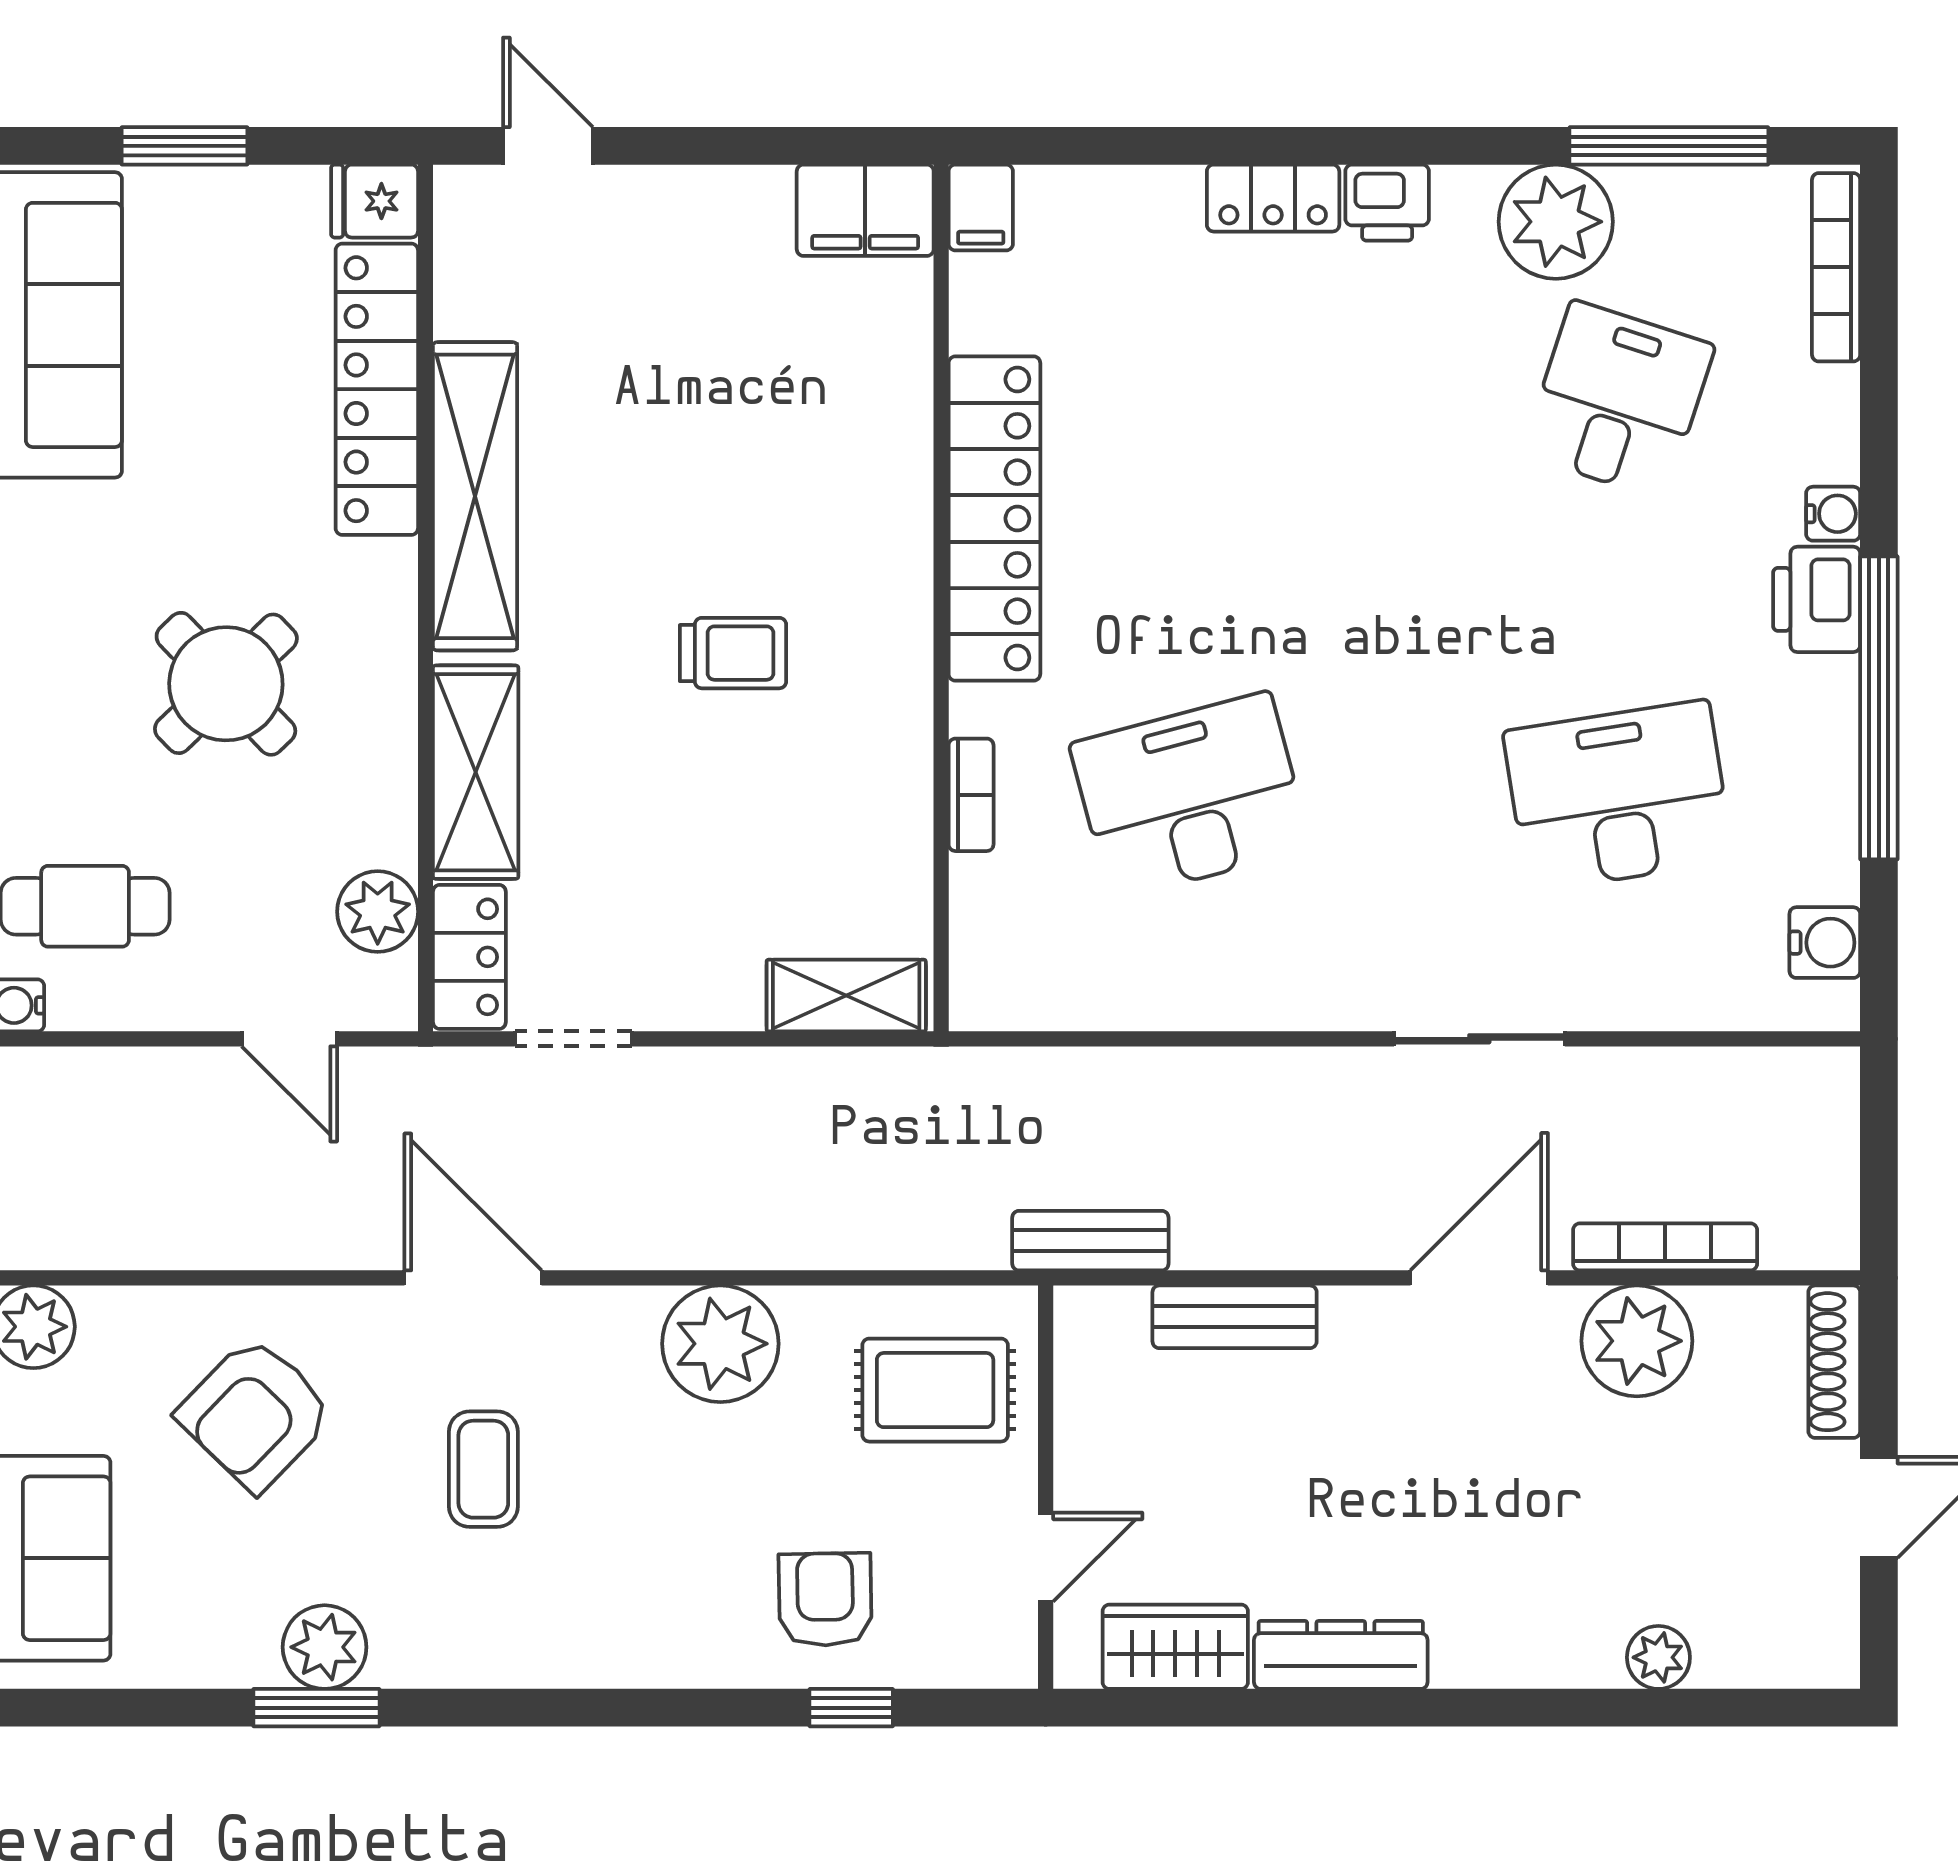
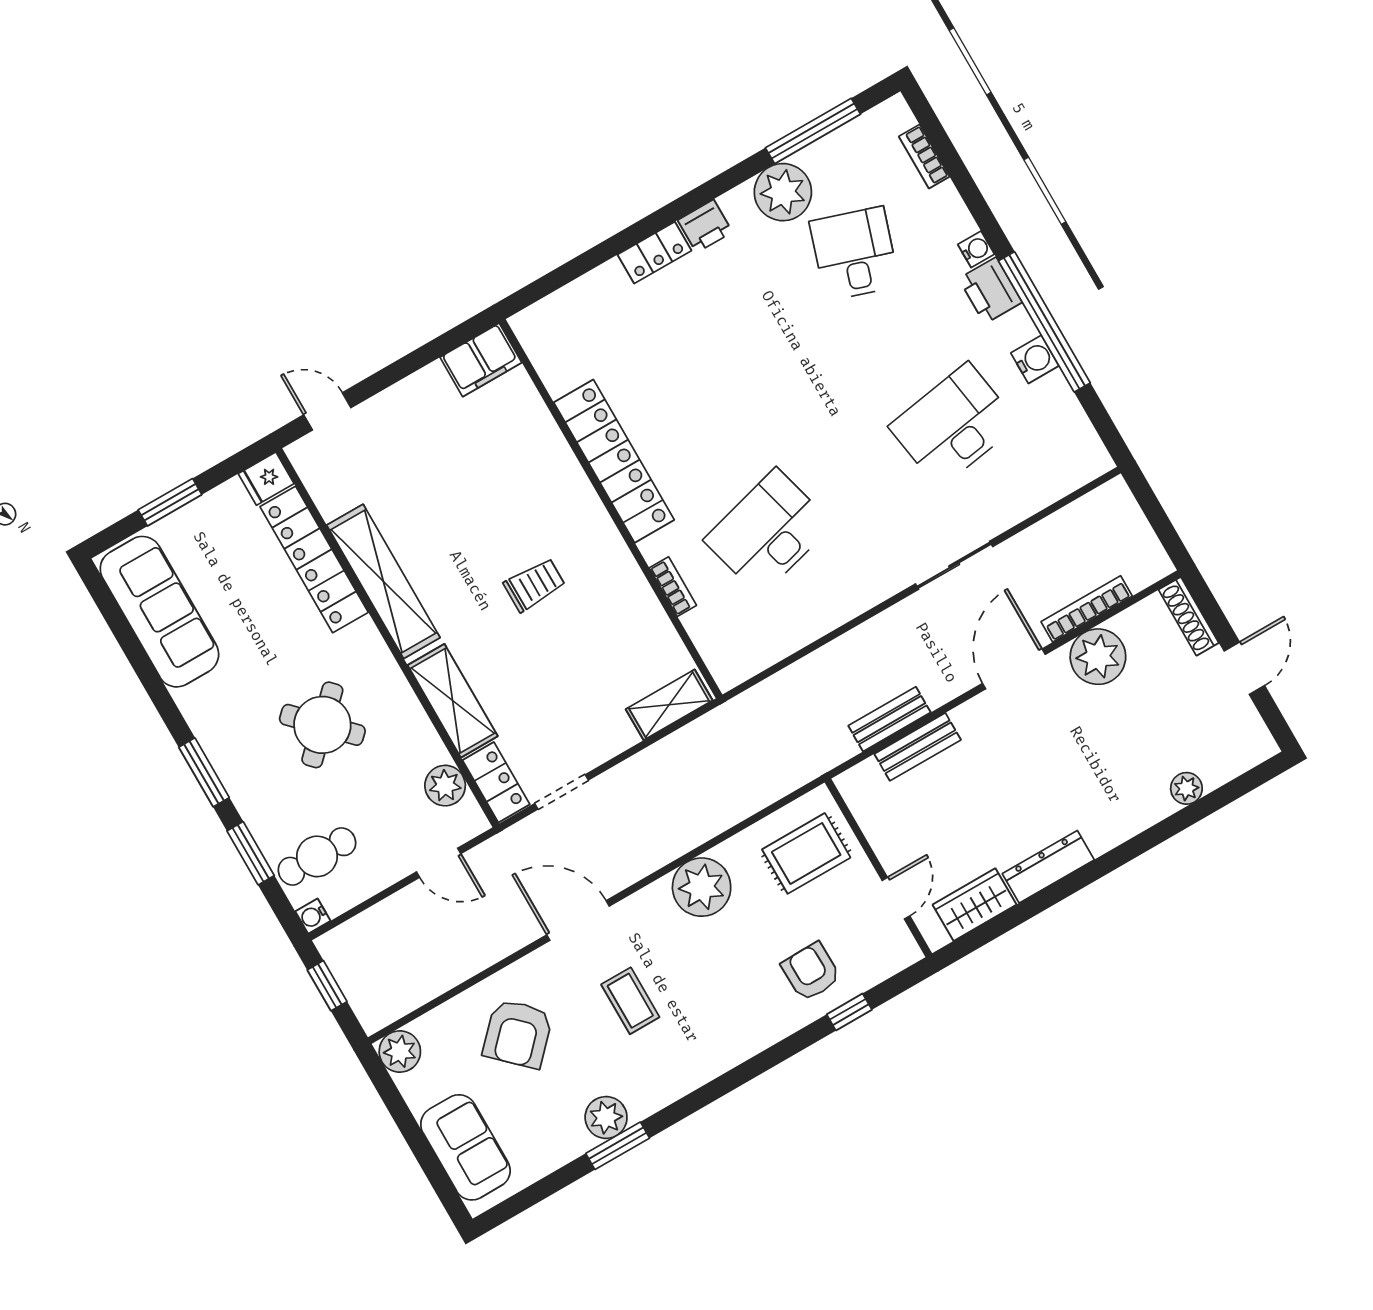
filing cabinet: (981, 208) -> (530, 330), removed
bookcase: (1836, 267) -> (924, 156), width x0.64
water cooler: (1825, 943) -> (1035, 359), moved
bench: (1090, 1241) -> (889, 719), moved

